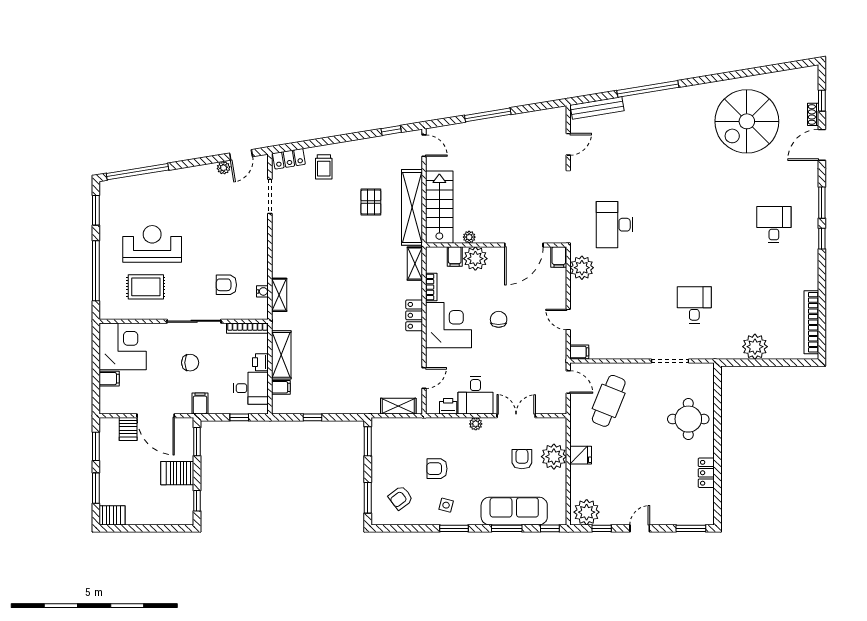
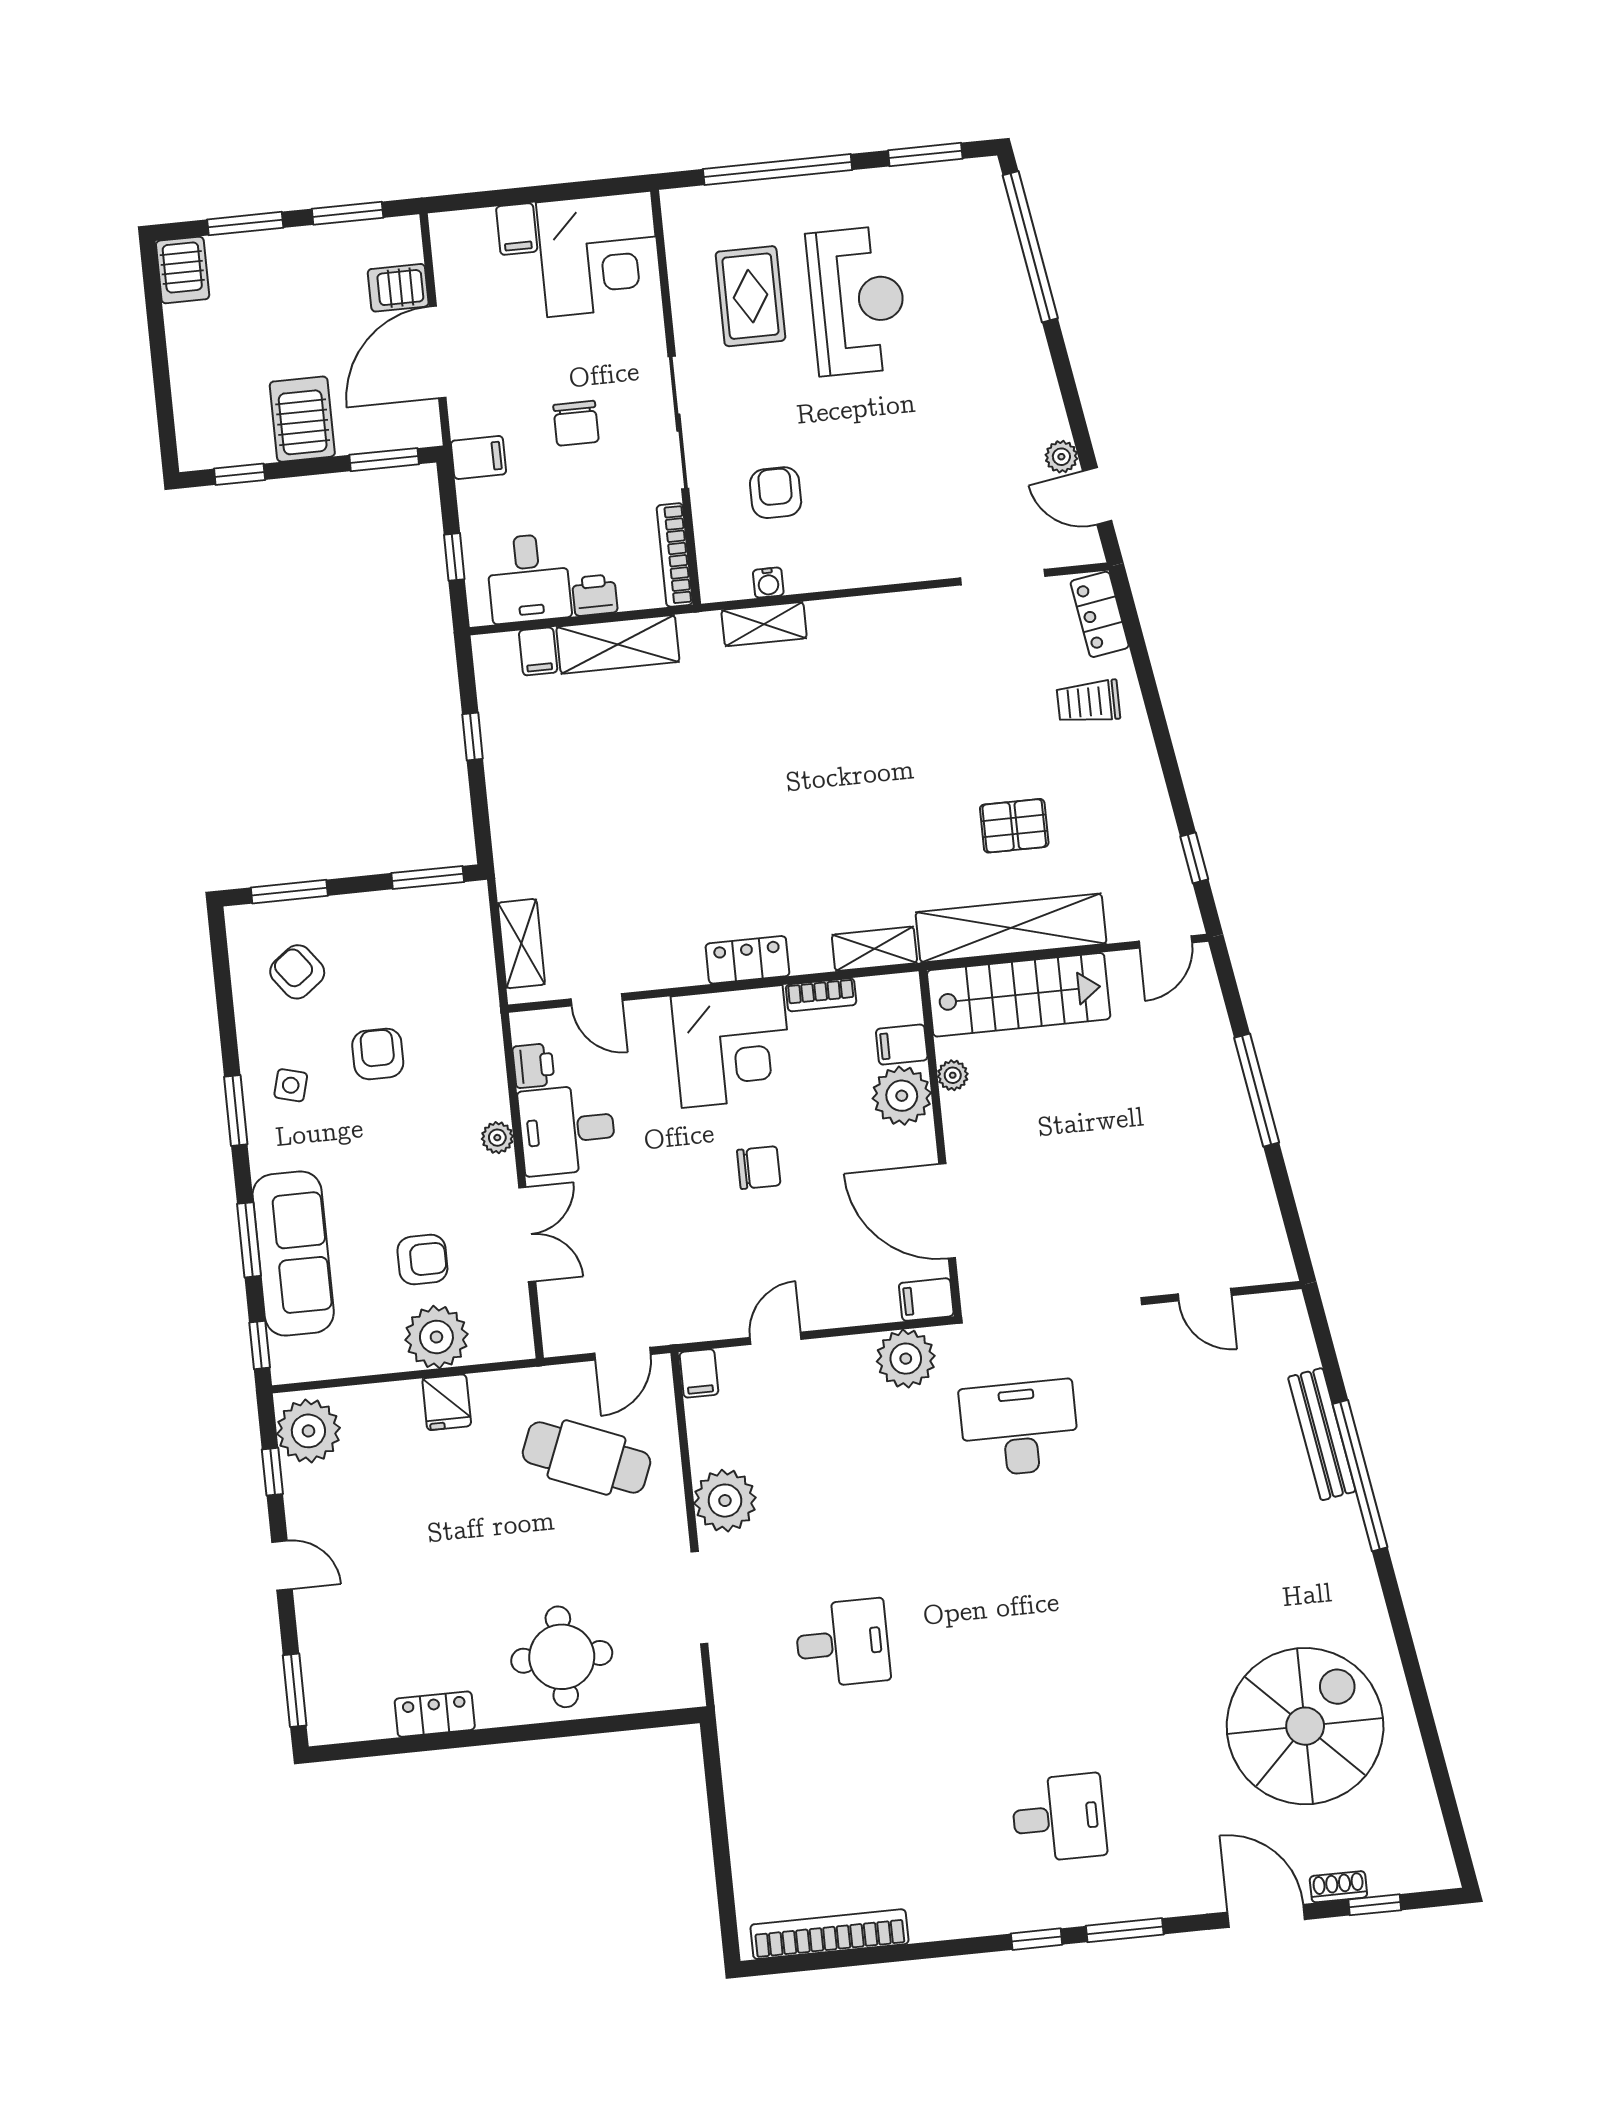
bench: (597, 108) -> (1322, 1434), moved
spiral stairs: (747, 121) -> (1305, 1726), turned 90
plant: (755, 347) -> (725, 1501), moved

